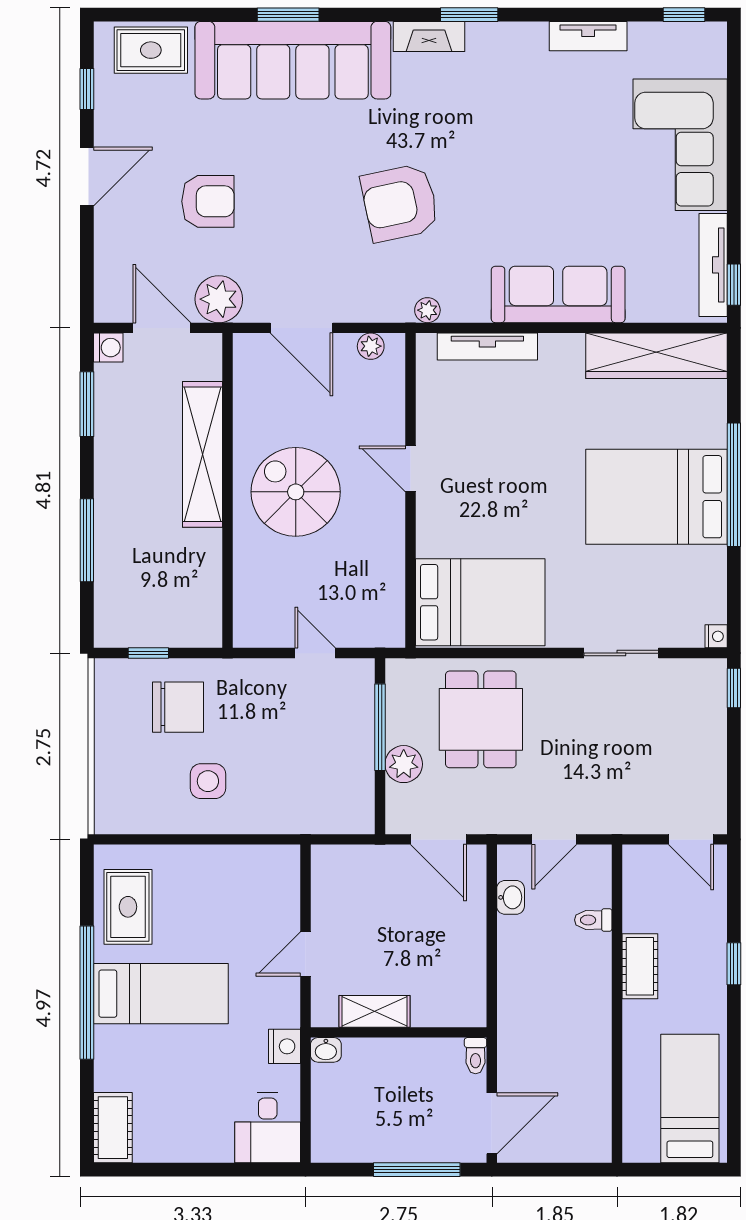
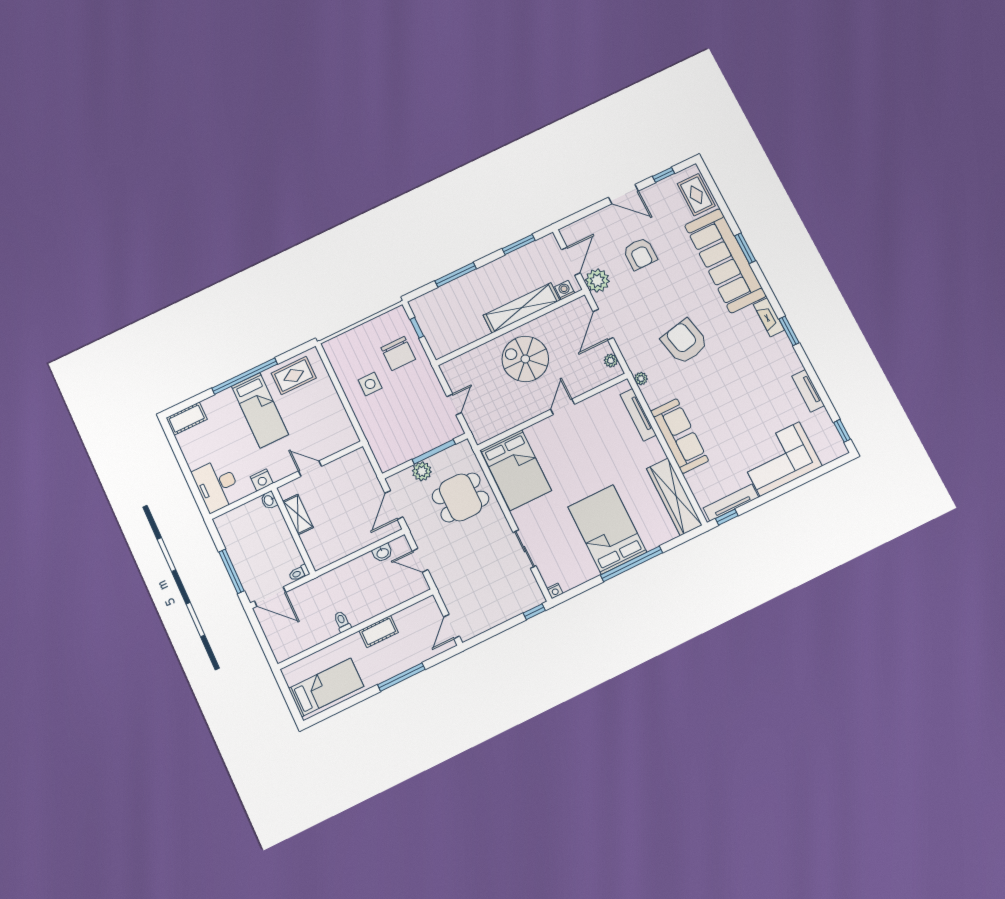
washing machine: (108, 348) -> (565, 290), moved, turned 180
spiral stairs: (296, 492) -> (525, 359), turned -90
toilet: (593, 920) -> (342, 622), moved
window: (734, 964) -> (401, 677), width x2.17
desk: (268, 1128) -> (217, 485), width x1.37

